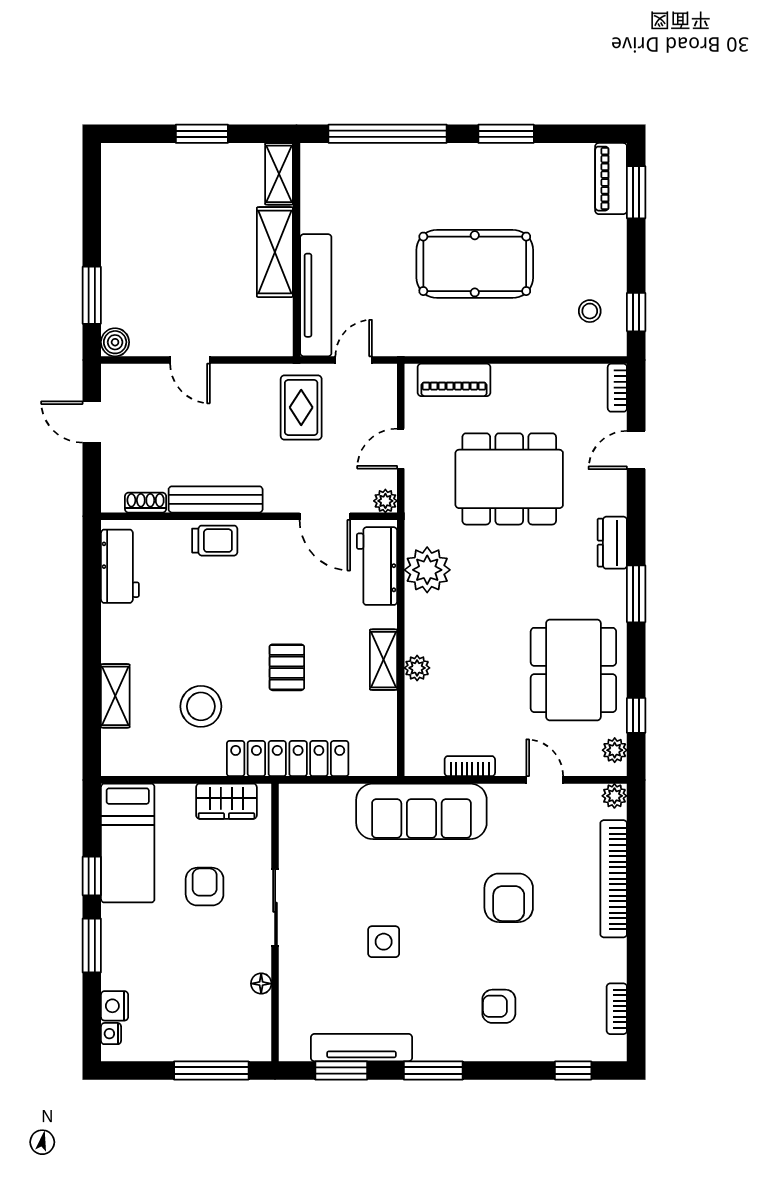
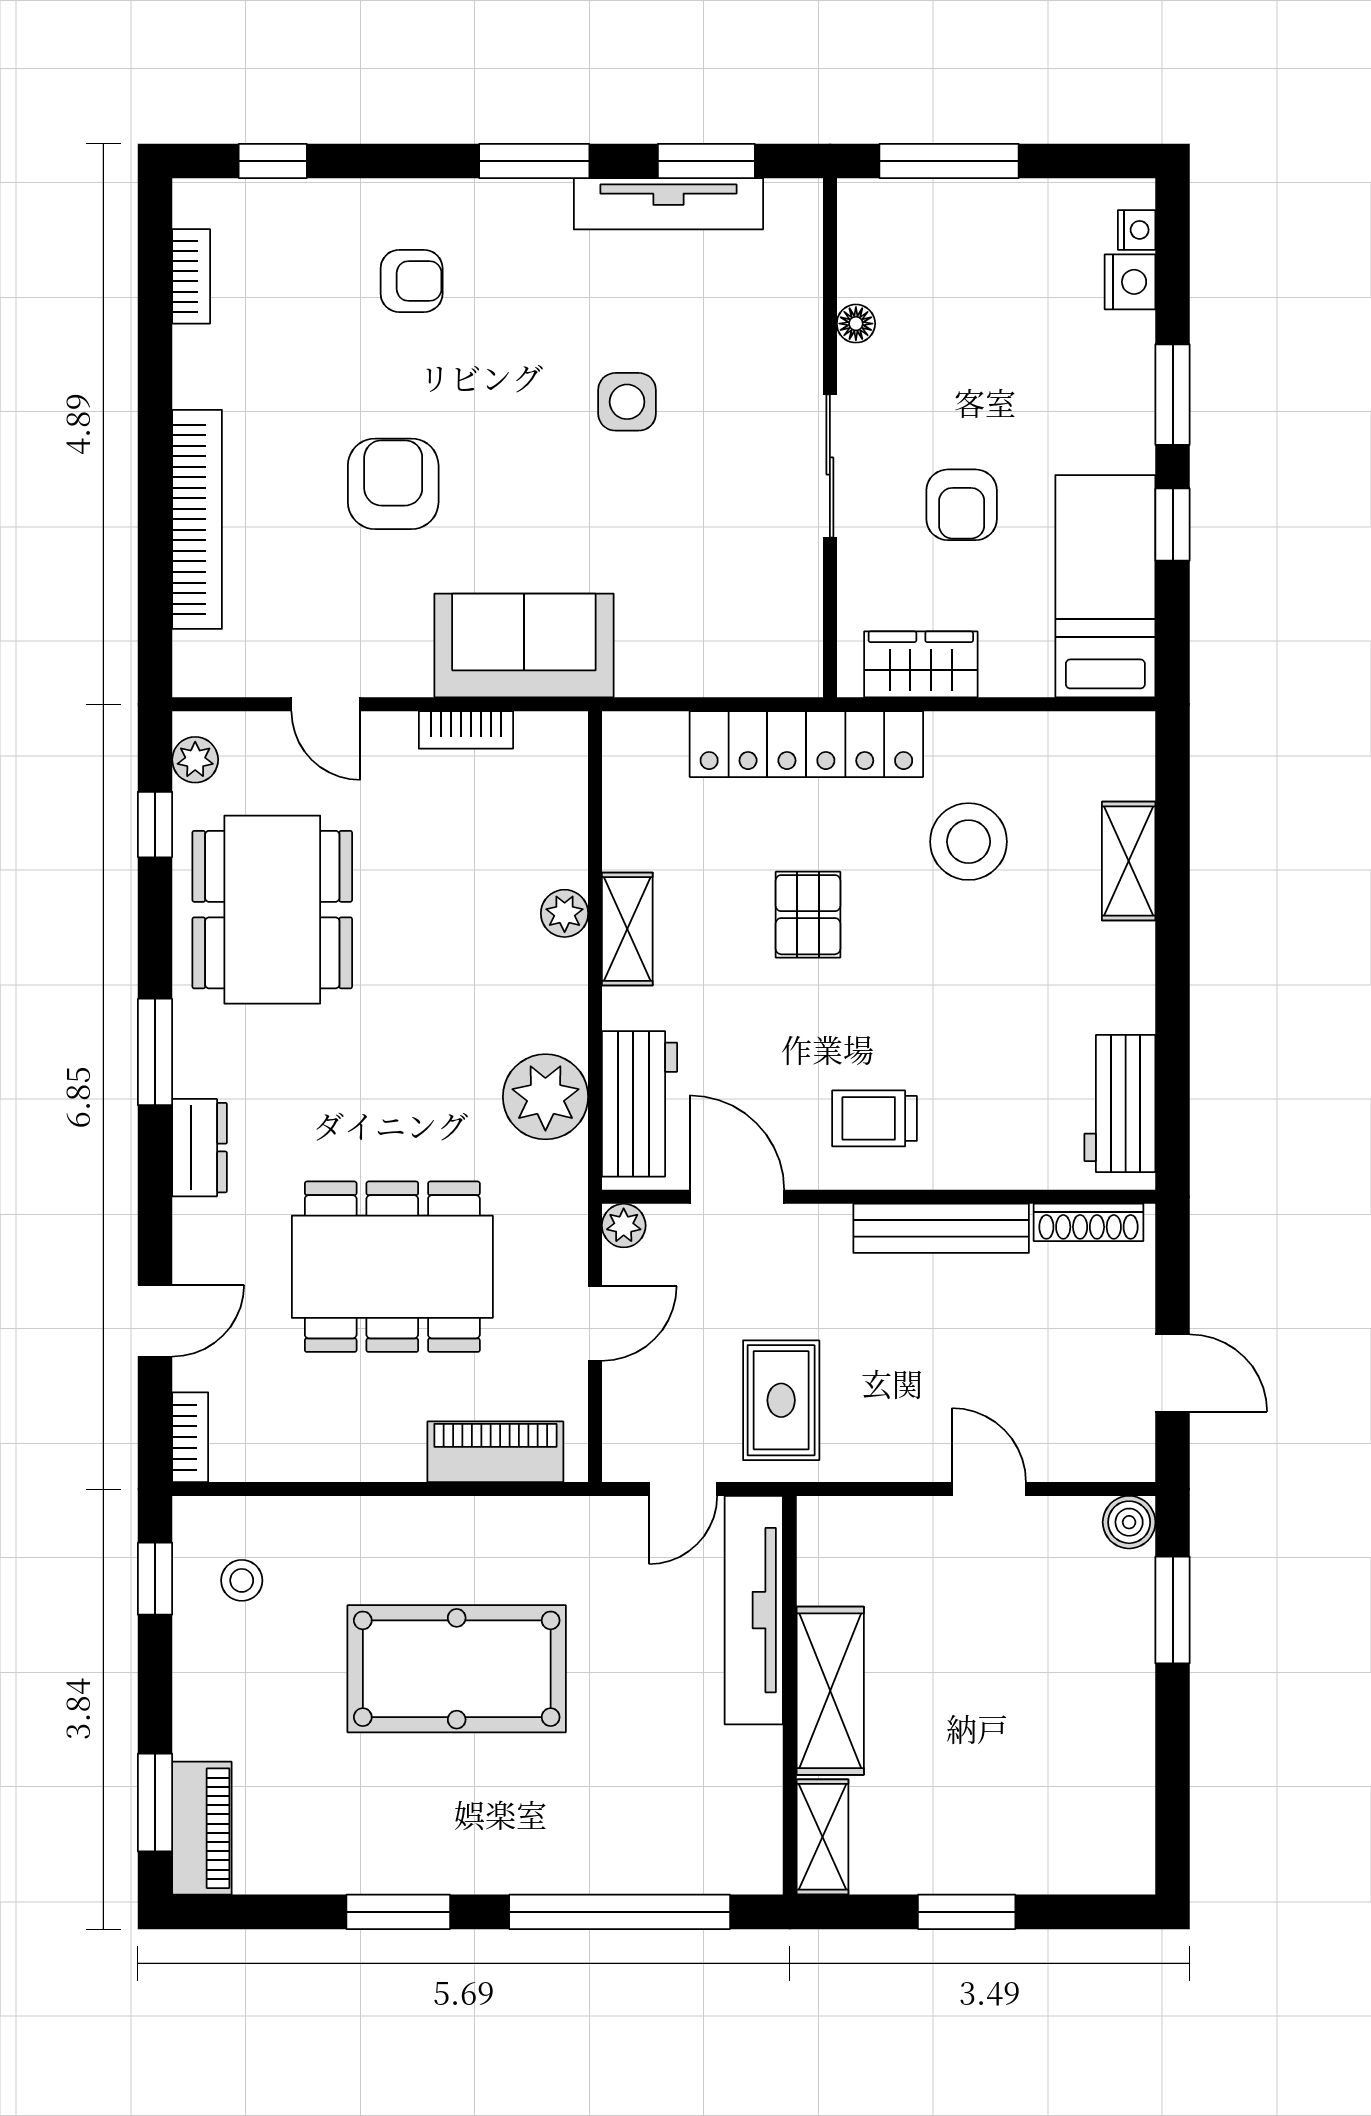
shoe rack: (146, 503) -> (1089, 1222), width x1.43
trolley: (215, 541) -> (875, 1118), moved
plant: (614, 796) -> (196, 674), removed
sofa: (421, 811) -> (524, 645), width x0.73

